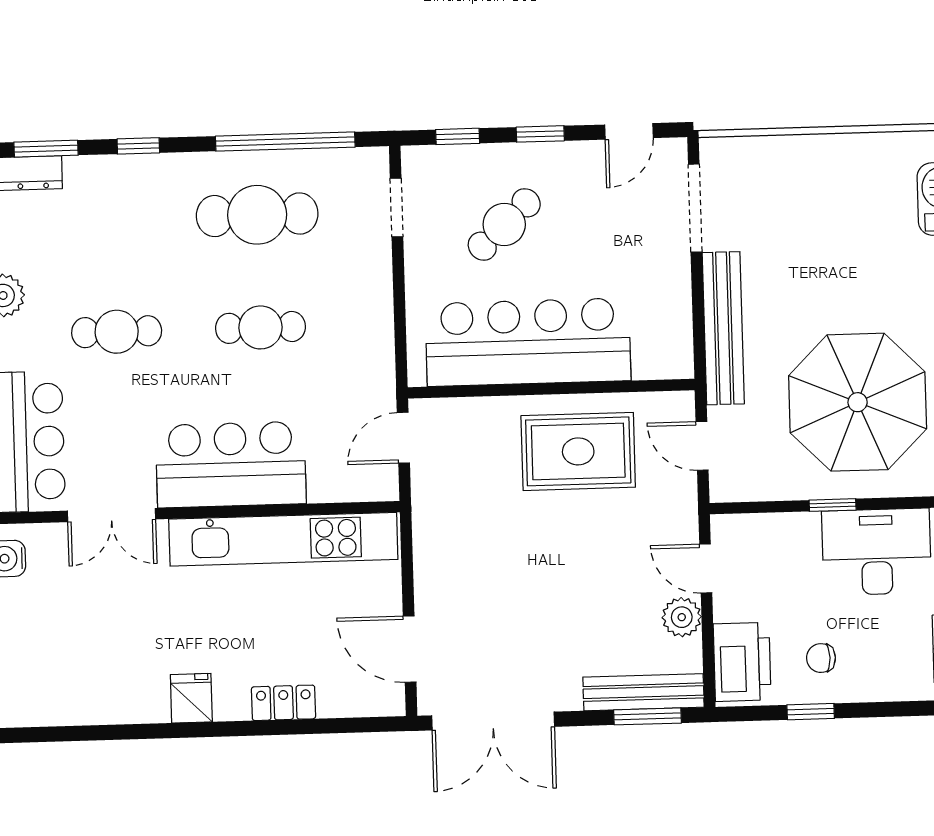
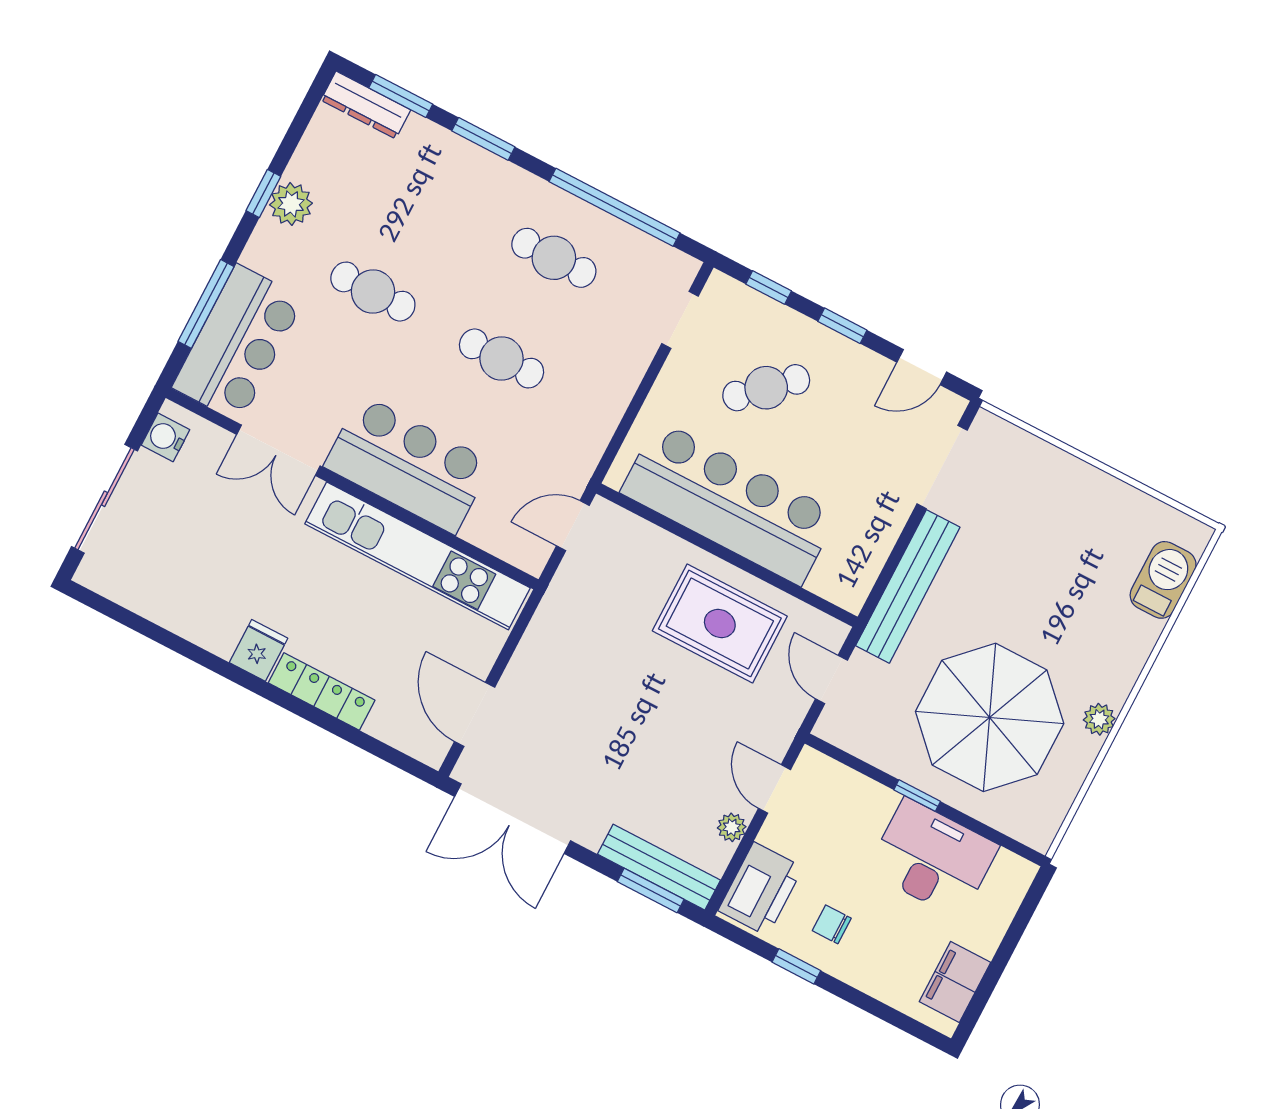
window: (138, 146) -> (483, 139), width x1.50
cafe table: (257, 215) -> (554, 258), width x0.73, depth x0.74
plant: (682, 617) -> (732, 827), width x0.73, depth x0.73
locker: (283, 703) -> (322, 691), width x1.53

